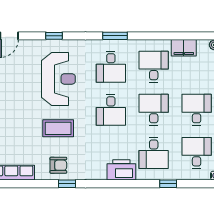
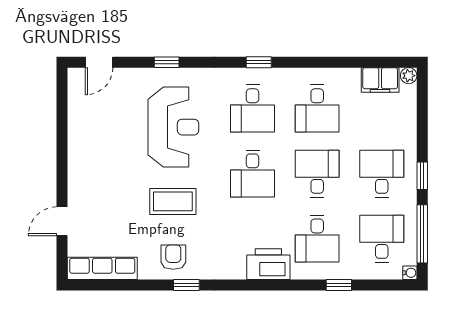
window: (115, 36) -> (259, 62), width x0.67
filing cabinet: (184, 48) -> (380, 80), moved
desk: (154, 67) -> (317, 109), turned 180
armchair: (58, 165) -> (173, 257), turned -90

